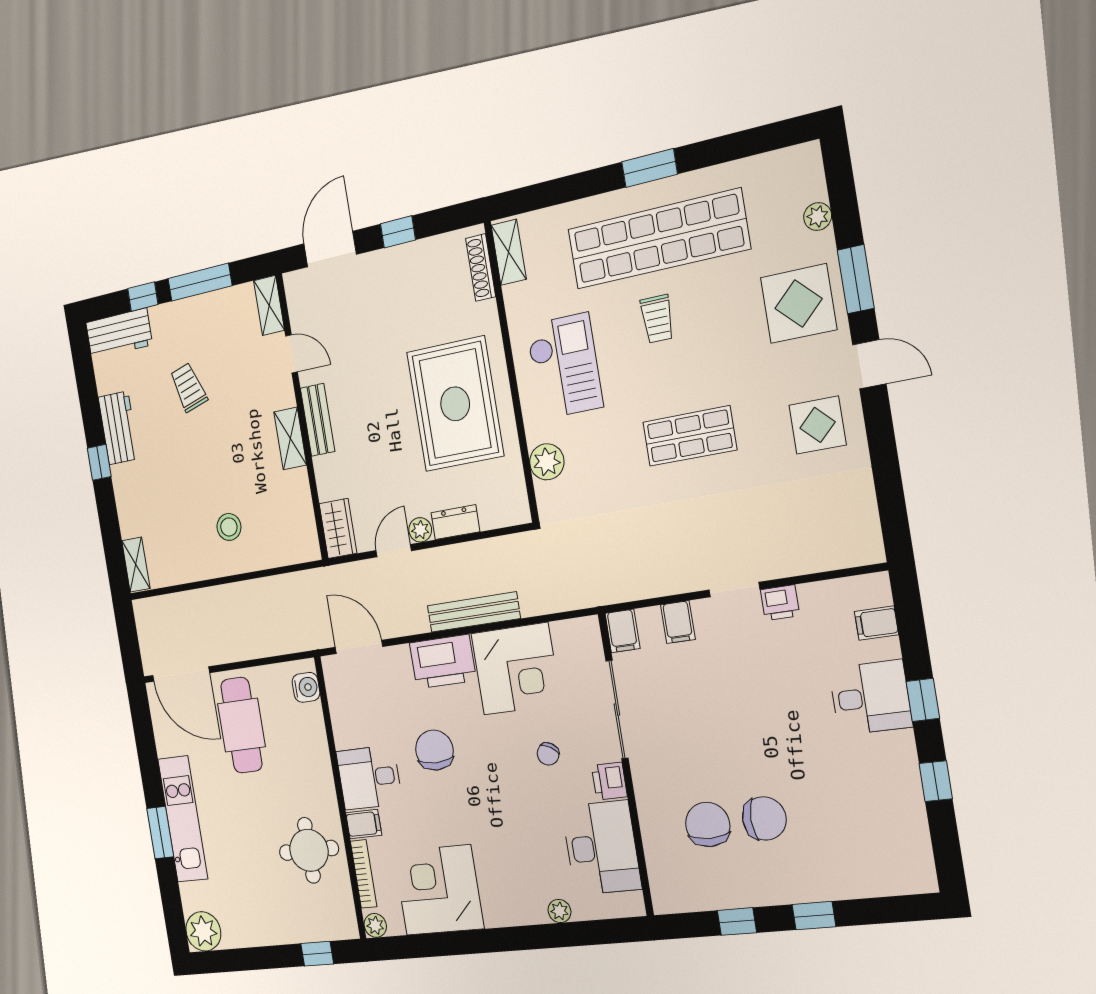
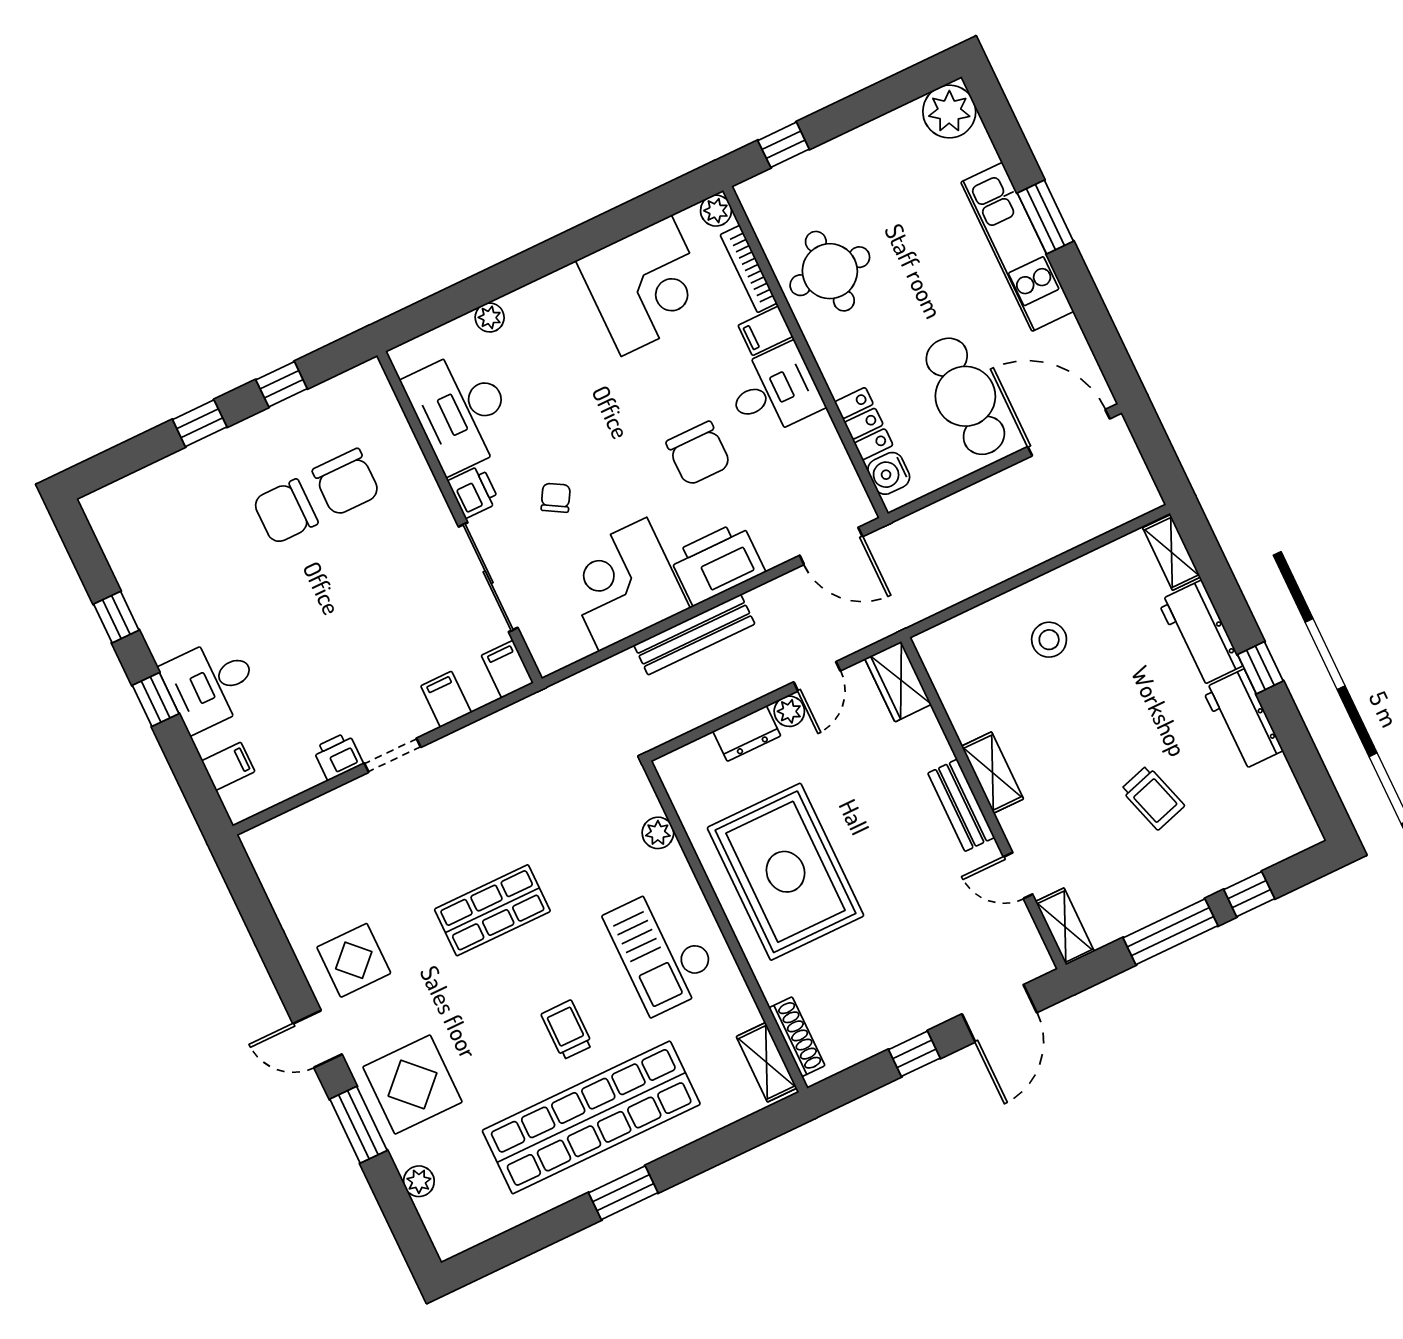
workbench: (119, 334) -> (1200, 633), moved, turned -90
plant: (547, 462) -> (658, 833), width x0.73, depth x0.73
locker: (314, 730) -> (864, 424), added

